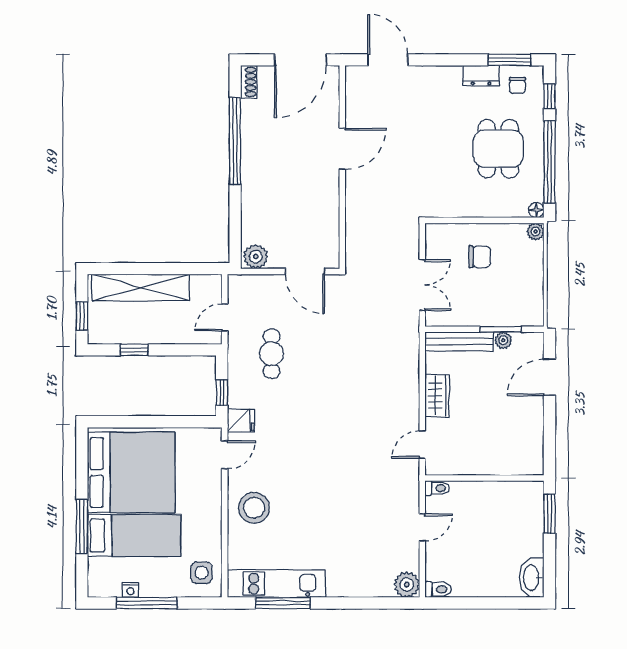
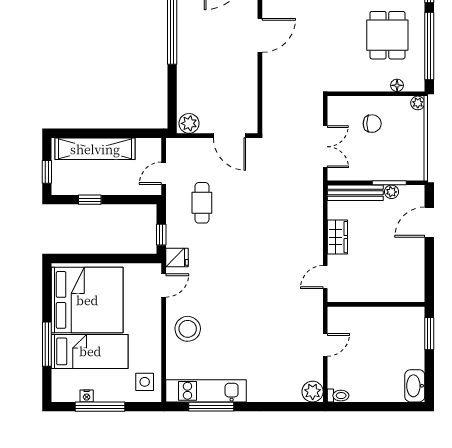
floor lamp: (536, 210) -> (397, 85), moved
toilet: (437, 488) -> (337, 313), removed

